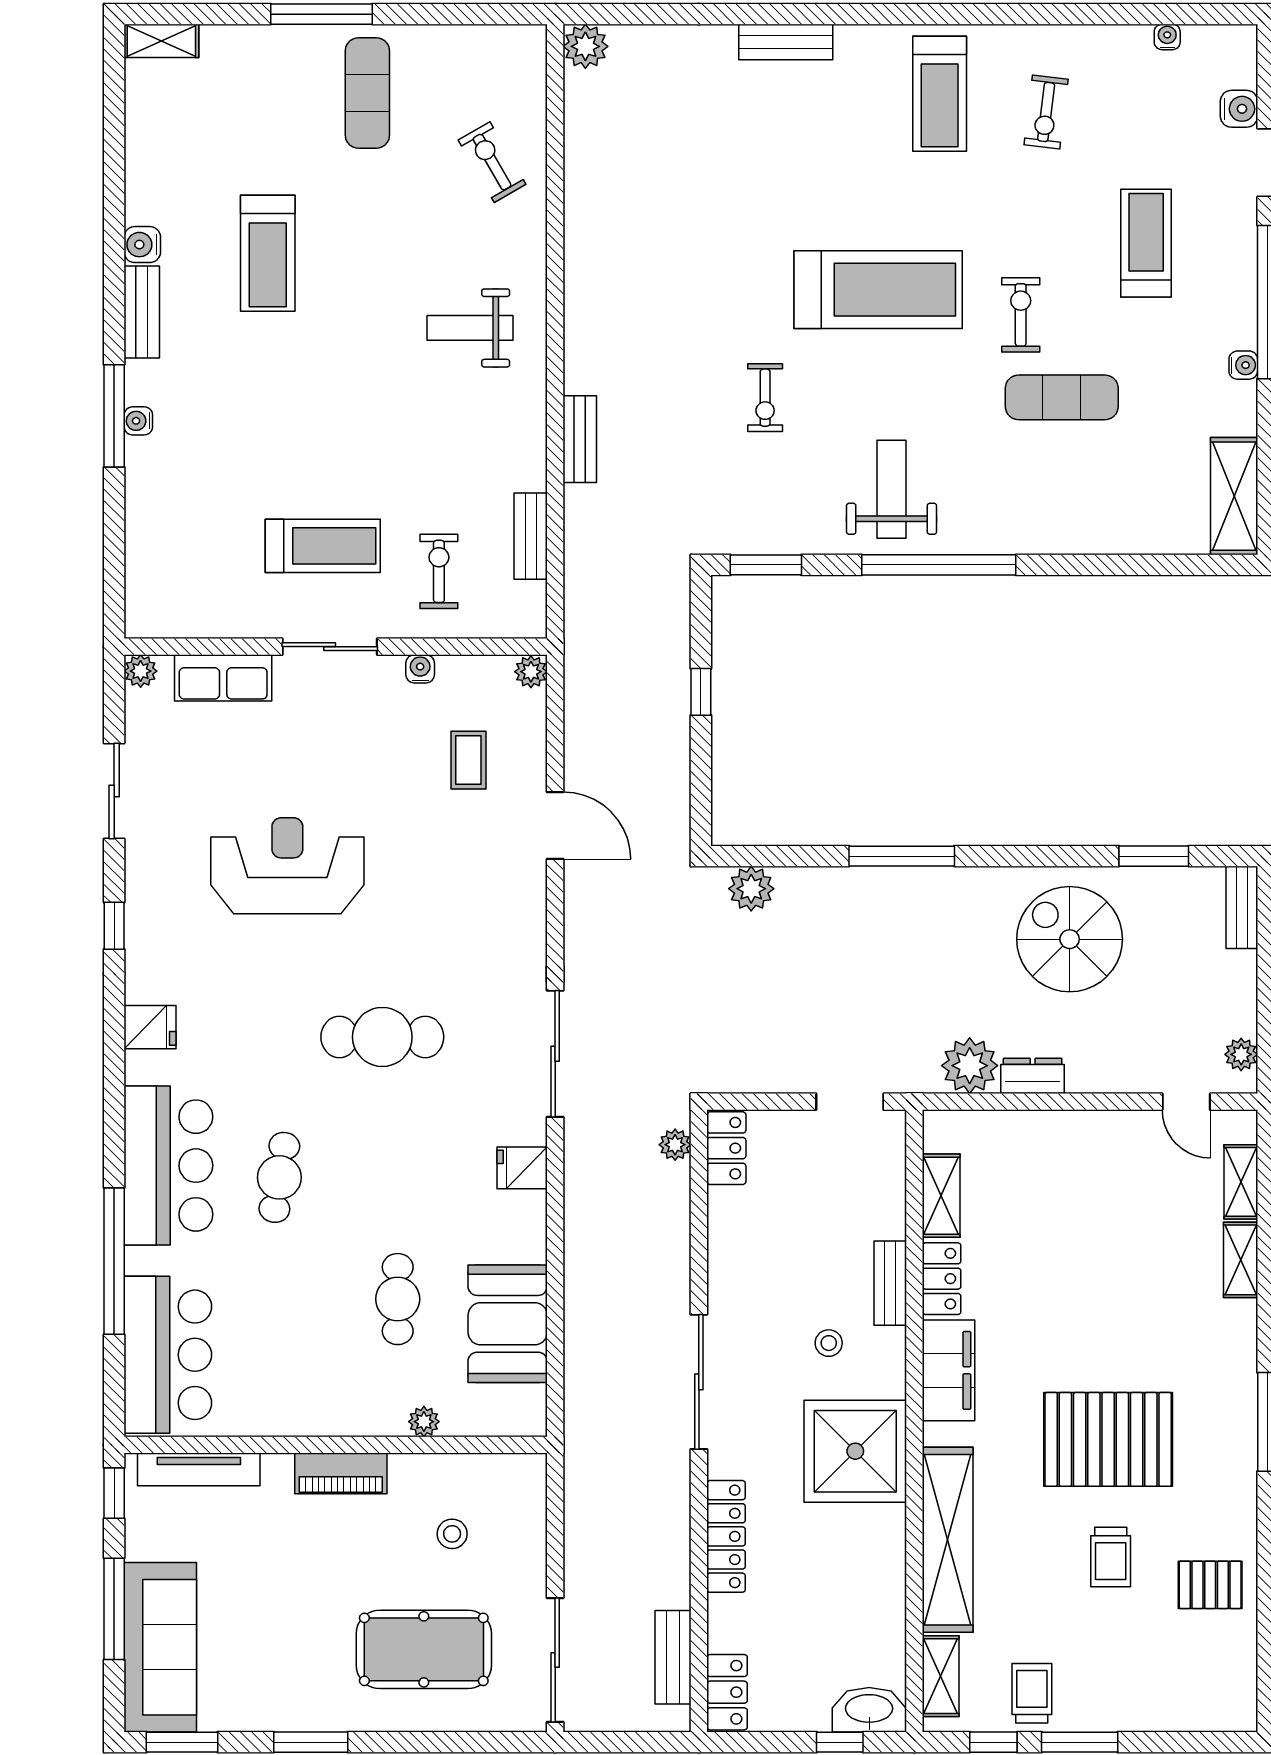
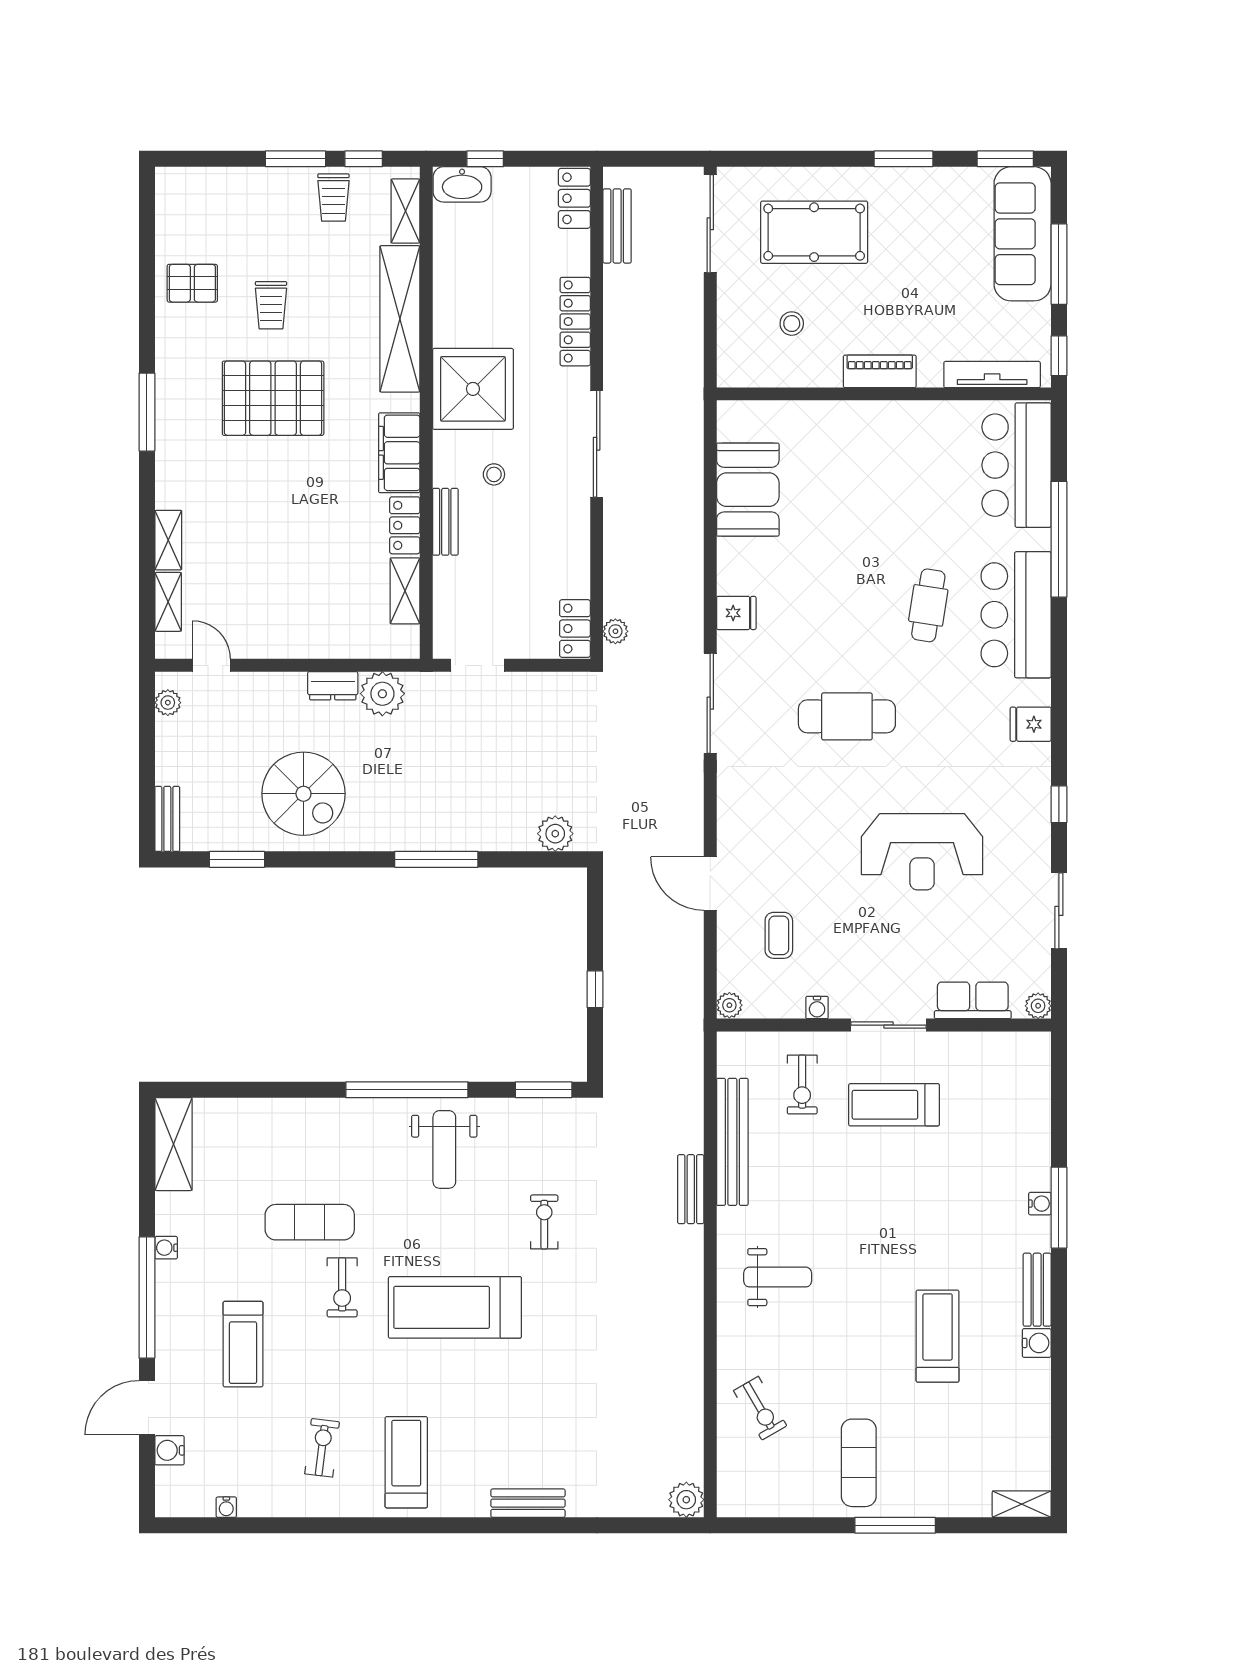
bench: (531, 536) -> (732, 1142), width x1.86, depth x1.21
cafe table: (398, 1299) -> (835, 509), removed
plant: (424, 1422) -> (814, 412), removed
trolley: (1111, 1557) -> (271, 305), turned 180

